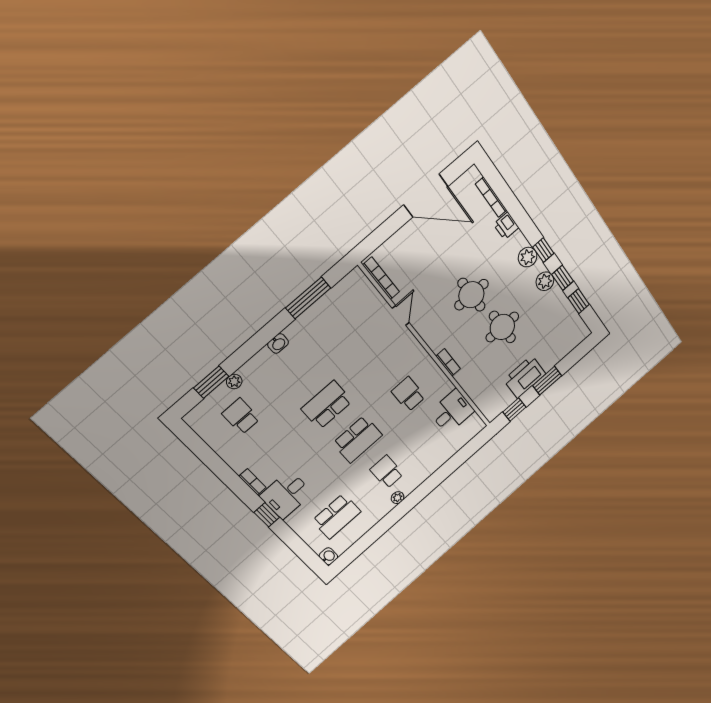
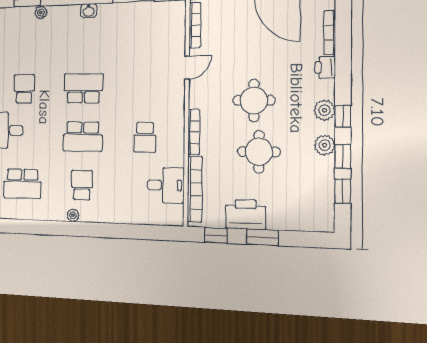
bookcase: (448, 362) -> (194, 132), width x1.56
school desk: (408, 394) -> (145, 137), turned 180
bookcase: (476, 394) -> (195, 189), added
school desk: (241, 416) -> (24, 89), moved

